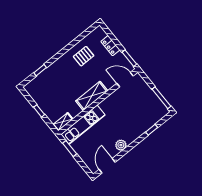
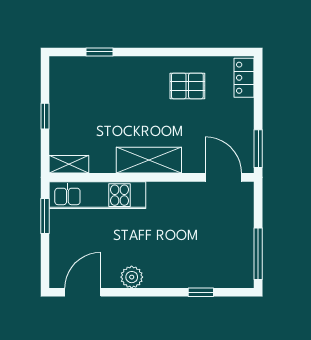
locker: (110, 46) -> (244, 78), moved

